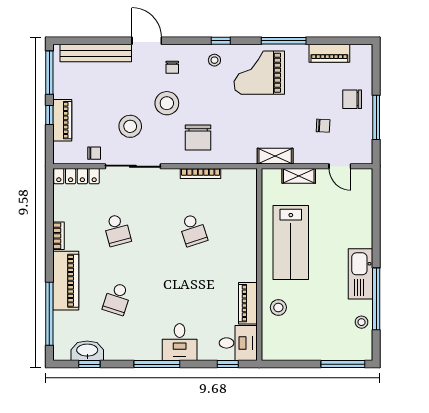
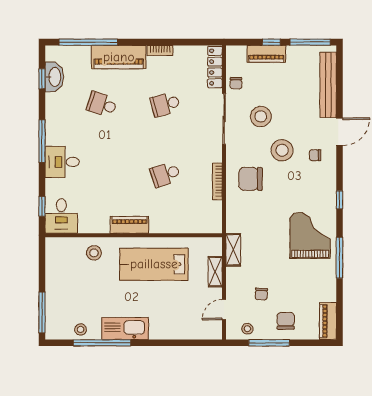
piano: (329, 53) -> (328, 321), moved
stool: (214, 60) -> (247, 329), moved
piano: (248, 303) -> (129, 225), moved

